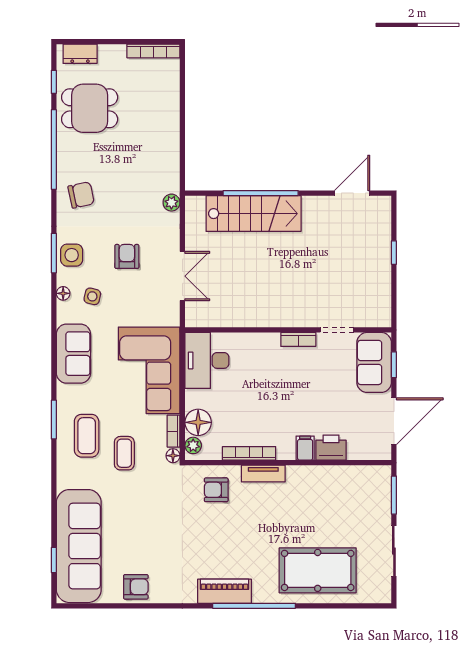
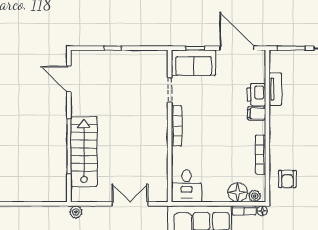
bookcase: (298, 339) -> (177, 126), width x1.56
desk: (207, 360) -> (186, 186), width x0.73
tv unit: (263, 474) -> (275, 89), moved

